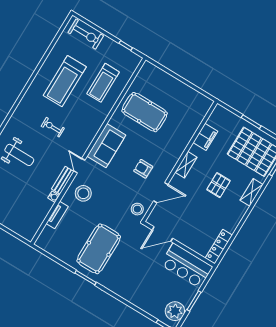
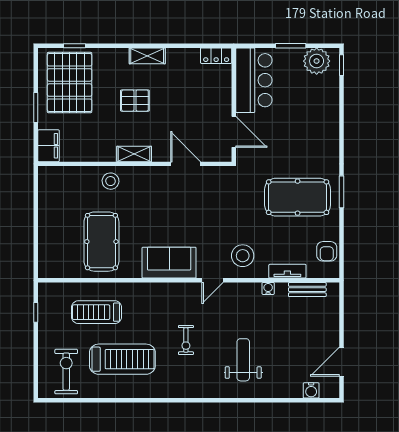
exercise bike: (86, 34) -> (66, 372), moved
treadmill: (103, 83) -> (97, 312), turned 180
filing cabinet: (205, 137) -> (48, 146), moved, turned 90
armchair: (143, 169) -> (327, 251), moved
bench: (63, 180) -> (307, 290), moved
shelving: (252, 192) -> (147, 56), moved
stool: (137, 209) -> (111, 181), moved
locker: (219, 247) -> (216, 56), width x0.66

